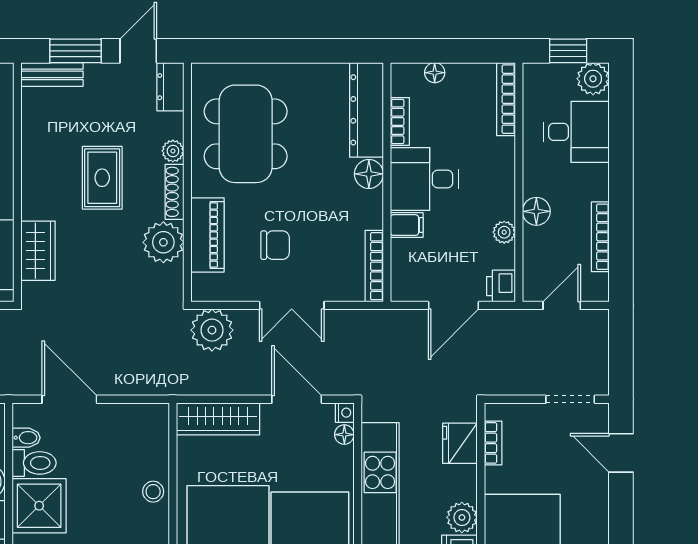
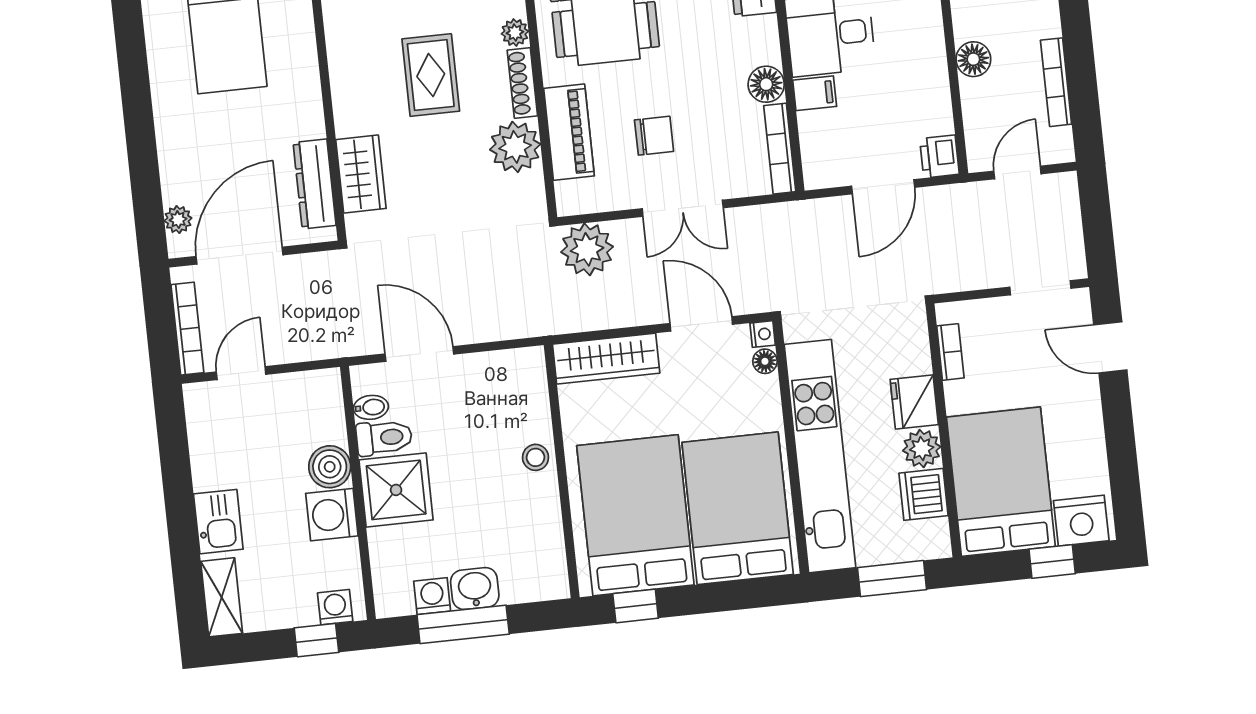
floor lamp: (369, 174) -> (766, 84), moved
plant: (504, 232) -> (936, 89), removed
fridge: (460, 443) -> (914, 402), moved

